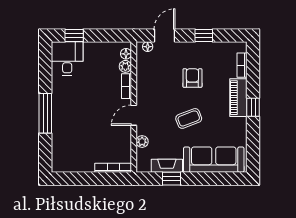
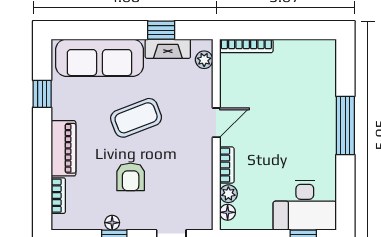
floor lamp: (148, 47) -> (112, 223), moved
desk: (67, 59) -> (305, 205), width x1.37
window: (253, 107) -> (42, 94), moved
coffee table: (189, 118) -> (136, 118), width x1.36, depth x1.30
plant: (142, 142) -> (204, 60), moved

